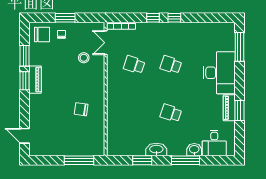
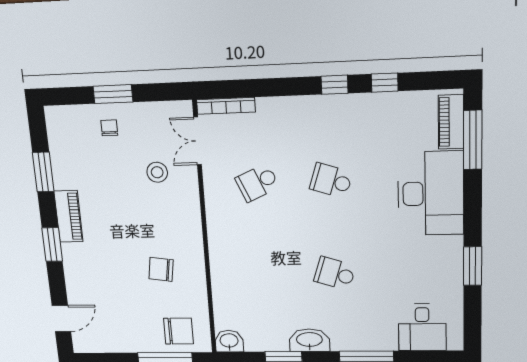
window: (153, 18) -> (385, 83), moved
chair: (42, 35) -> (178, 331), moved
school desk: (134, 65) -> (257, 183), turned -42
window: (25, 81) -> (52, 245), moved
piano: (229, 108) -> (451, 122), moved
door: (25, 136) -> (61, 319), swing flipped
washbasin: (194, 150) -> (229, 341), moved

